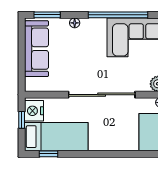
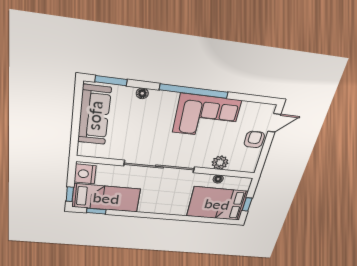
window: (22, 120) -> (70, 194), moved

